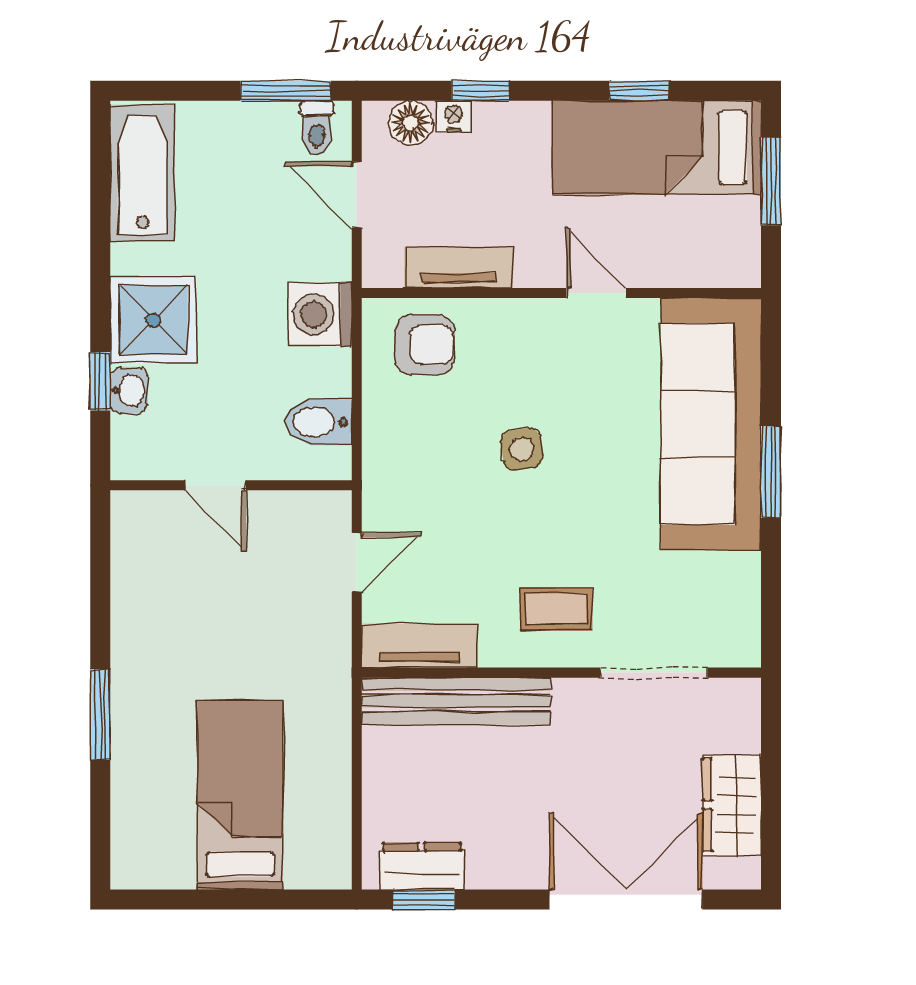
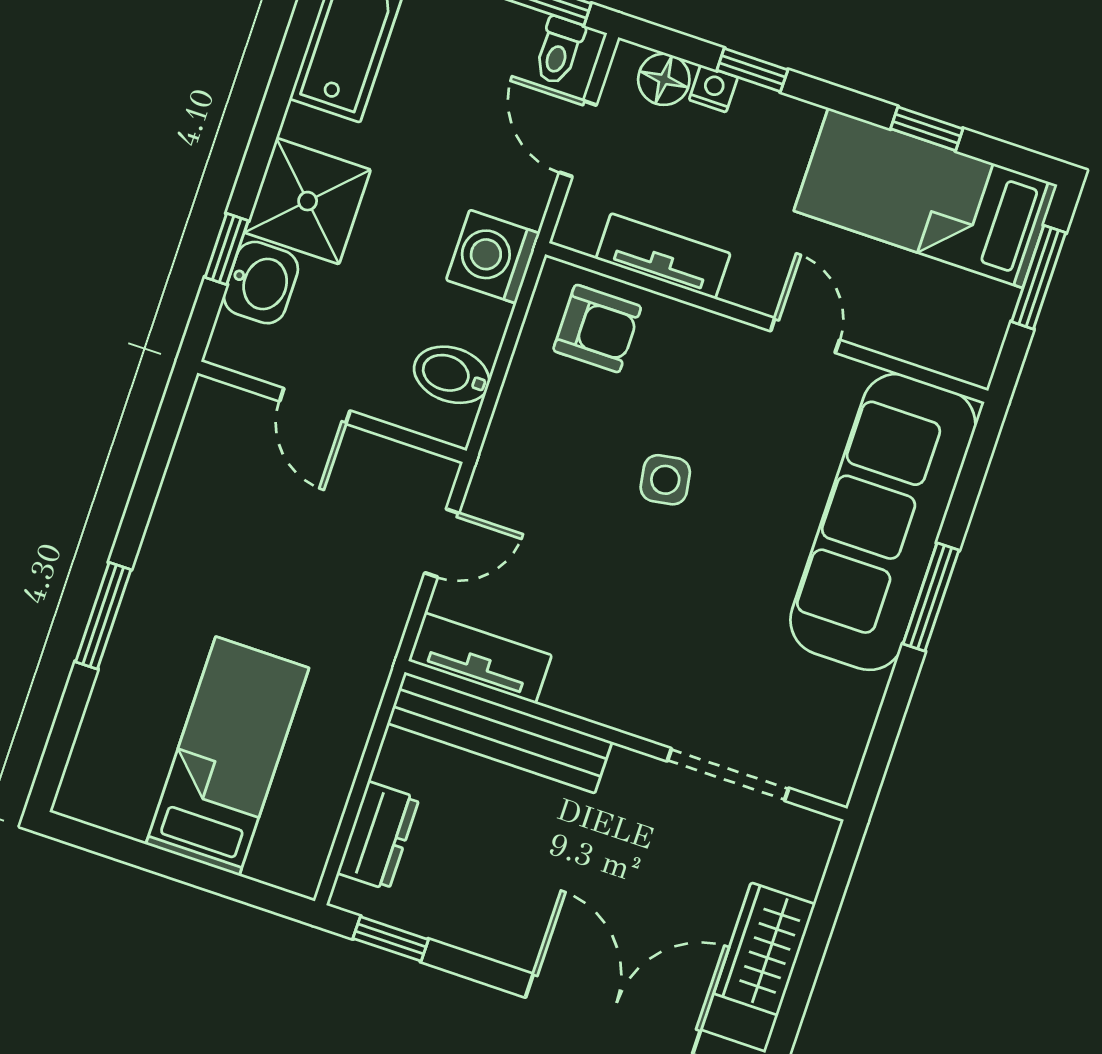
washbasin: (129, 390) -> (261, 283), width x1.38, depth x1.45
coffee table: (556, 609) -> (644, 668), removed
dresser: (422, 866) -> (378, 836), moved, turned 90

